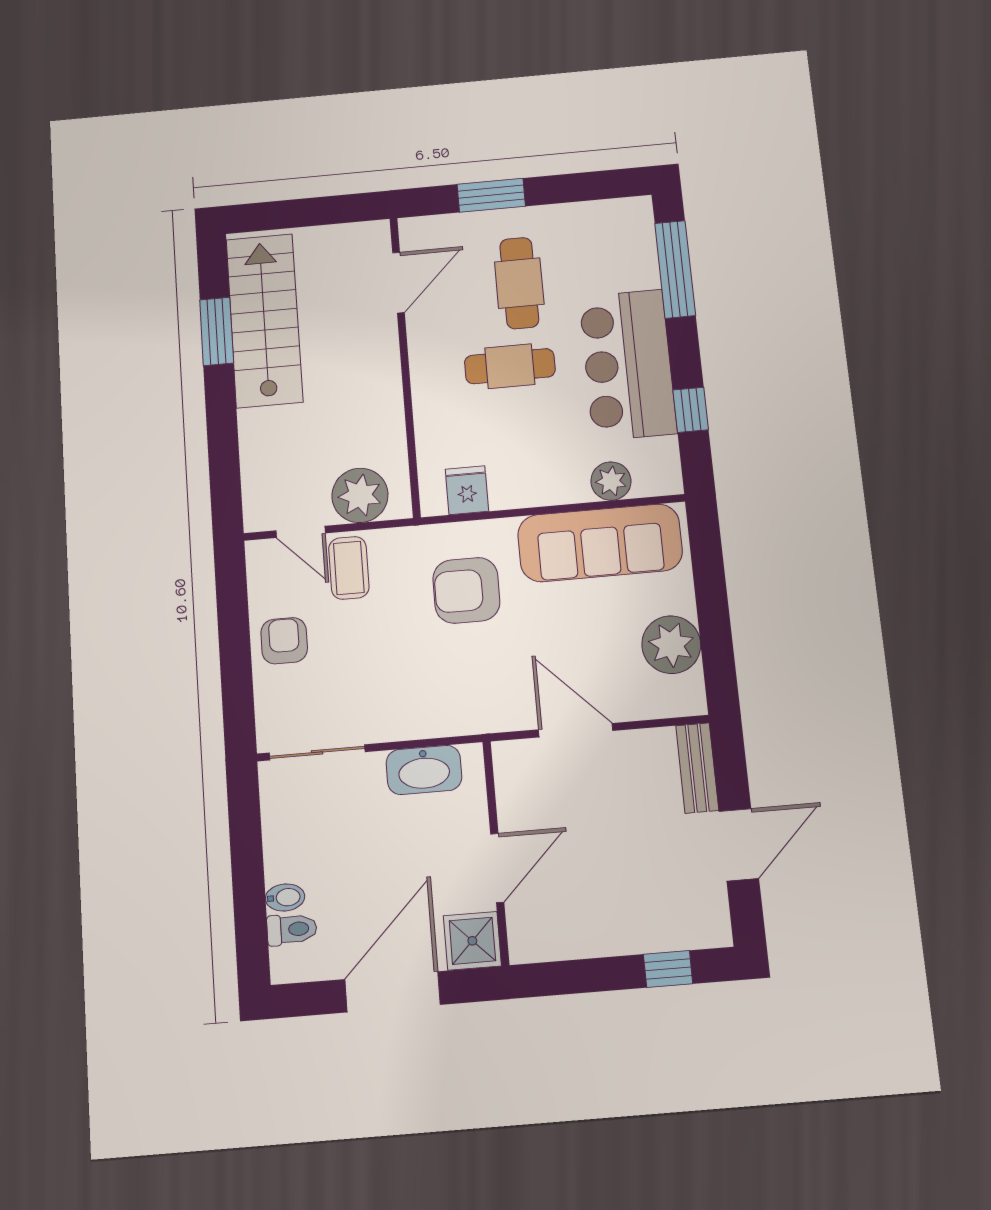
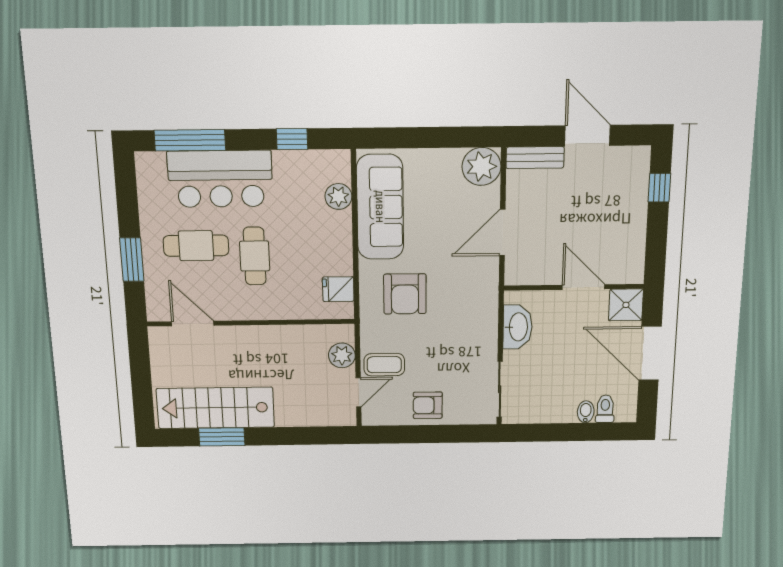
bar counter: (628, 365) -> (220, 179), moved
plant: (360, 495) -> (342, 355), width x0.73, depth x0.73
plant: (671, 645) -> (481, 166), moved

